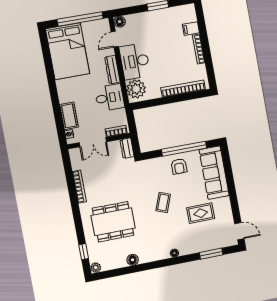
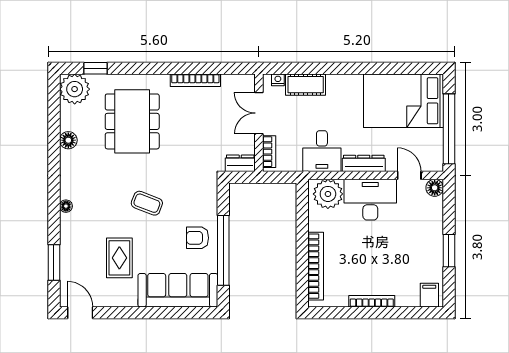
filing cabinet: (191, 29) -> (429, 295), moved
door: (239, 231) -> (80, 313), swing flipped
plant: (96, 268) -> (75, 89), width x1.88, depth x1.88

